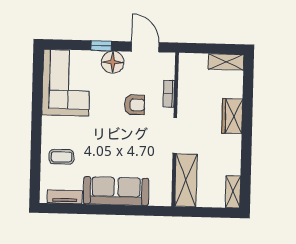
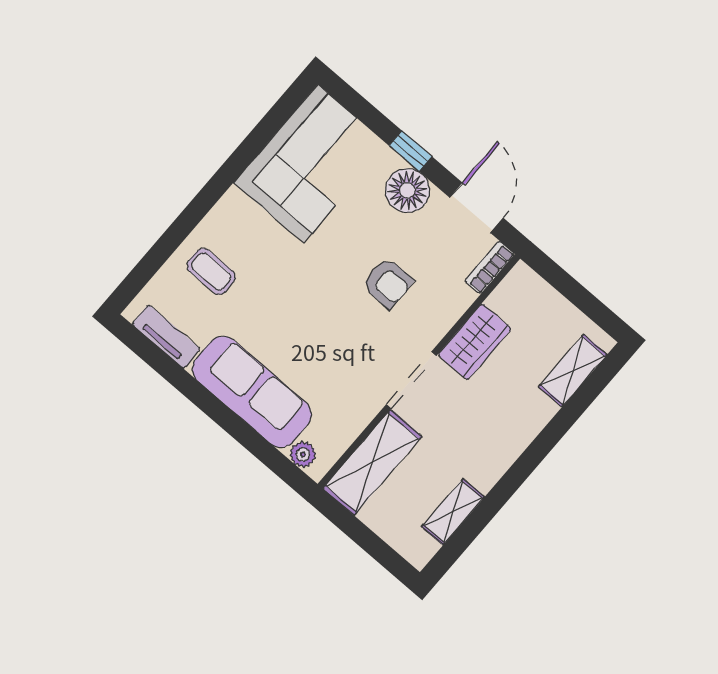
shelving: (226, 62) -> (573, 371), moved, turned 90
bookcase: (169, 94) -> (490, 267), moved
wardrobe: (232, 116) -> (475, 342), moved, turned 180
shelving: (233, 192) -> (453, 512), moved
plant: (156, 199) -> (303, 454), added

